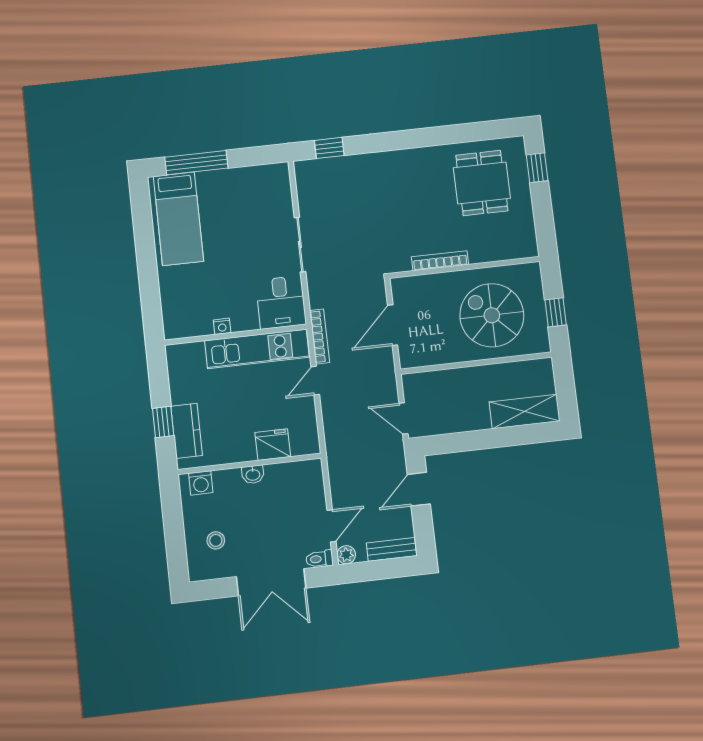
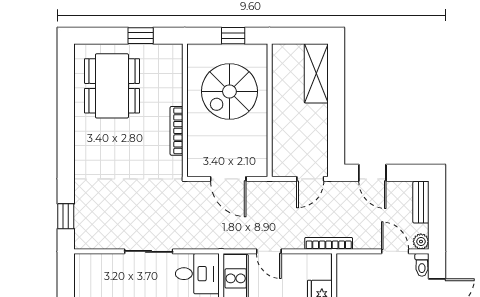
window: (537, 168) -> (141, 36), moved
dining table: (482, 183) -> (112, 86), width x1.37
bookcase: (320, 336) -> (329, 243), moved

